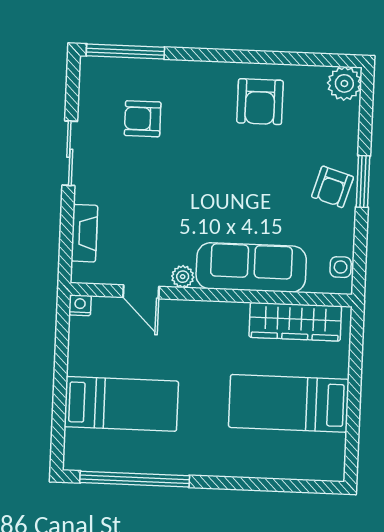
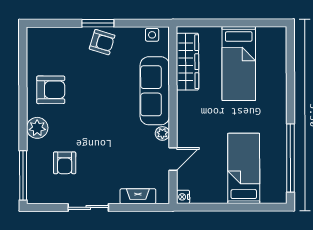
plant: (344, 83) -> (37, 128), moved

